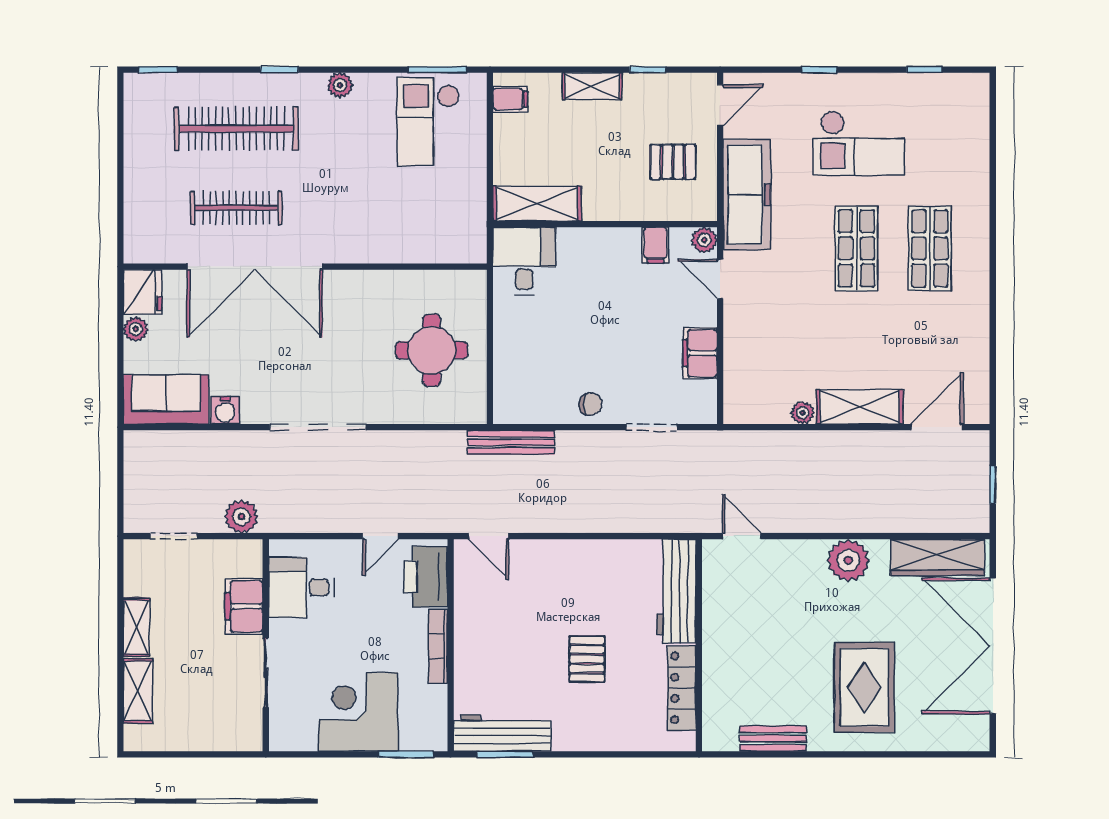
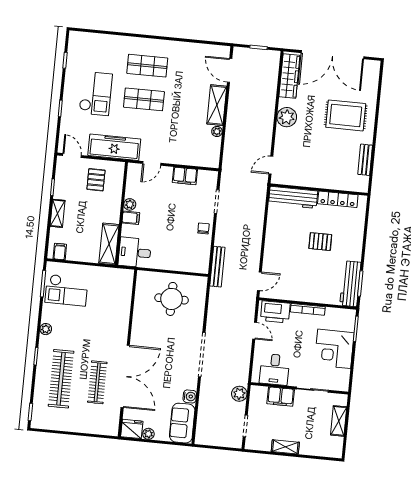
plant: (704, 240) -> (130, 204), moved
filing cabinet: (655, 245) -> (131, 218), moved
shelving: (138, 691) -> (339, 421), moved, turned 90

